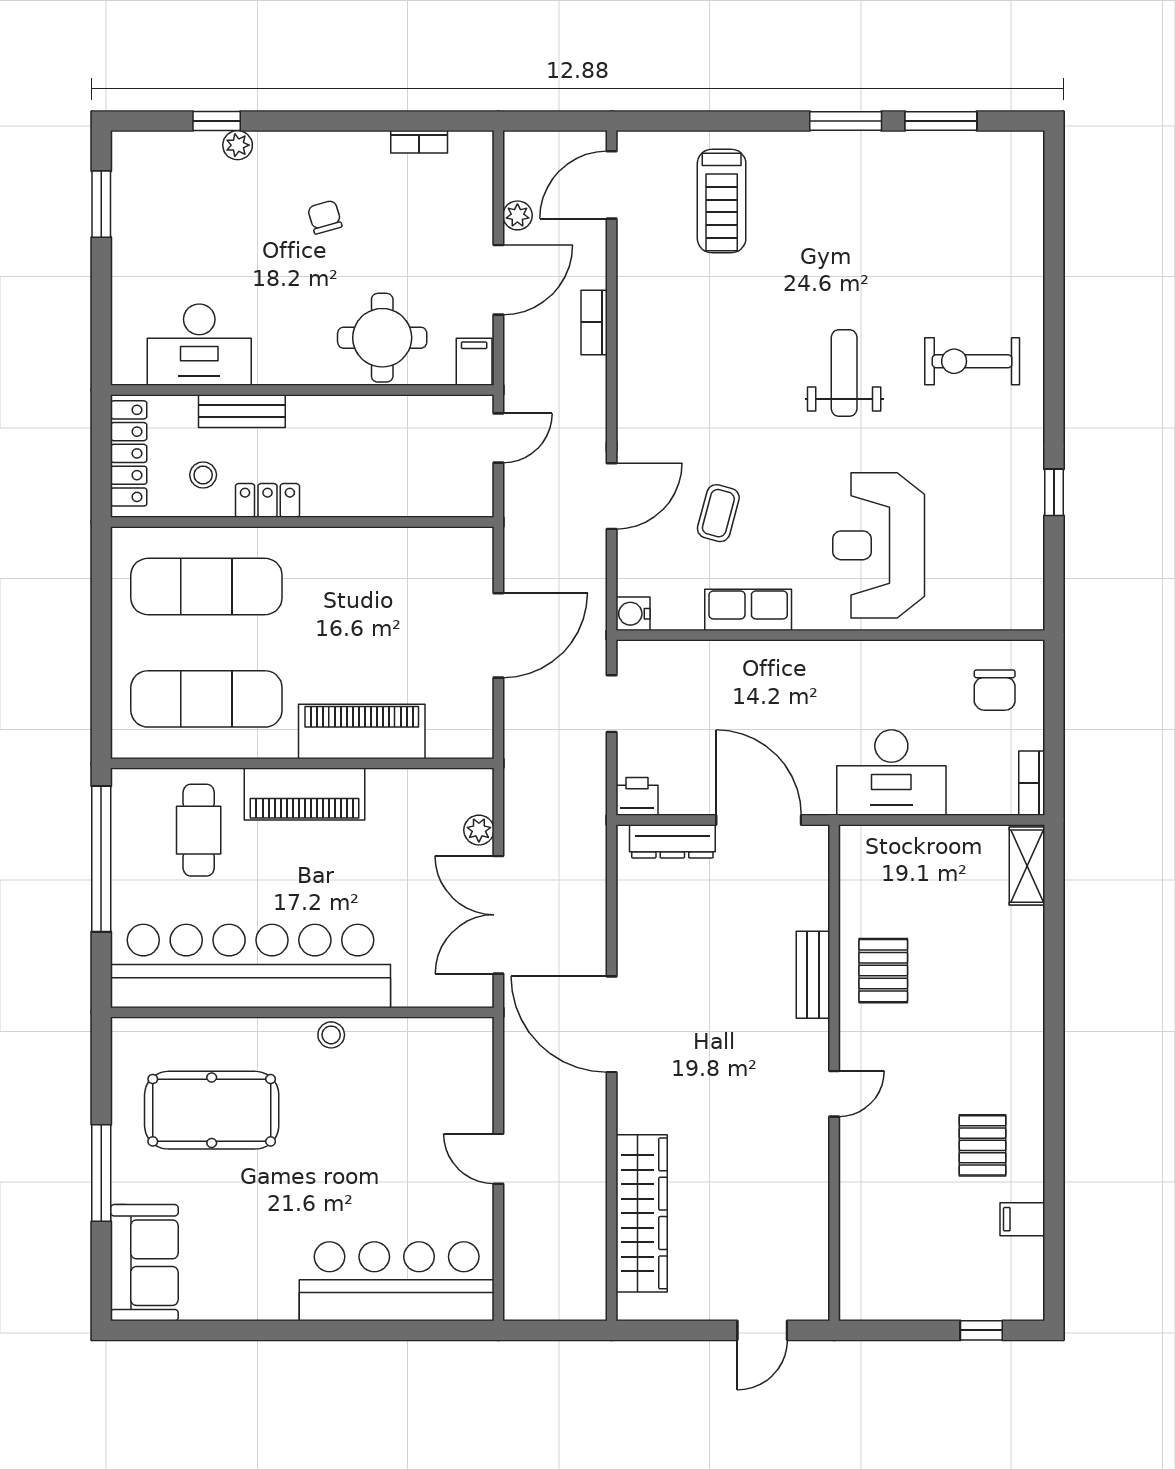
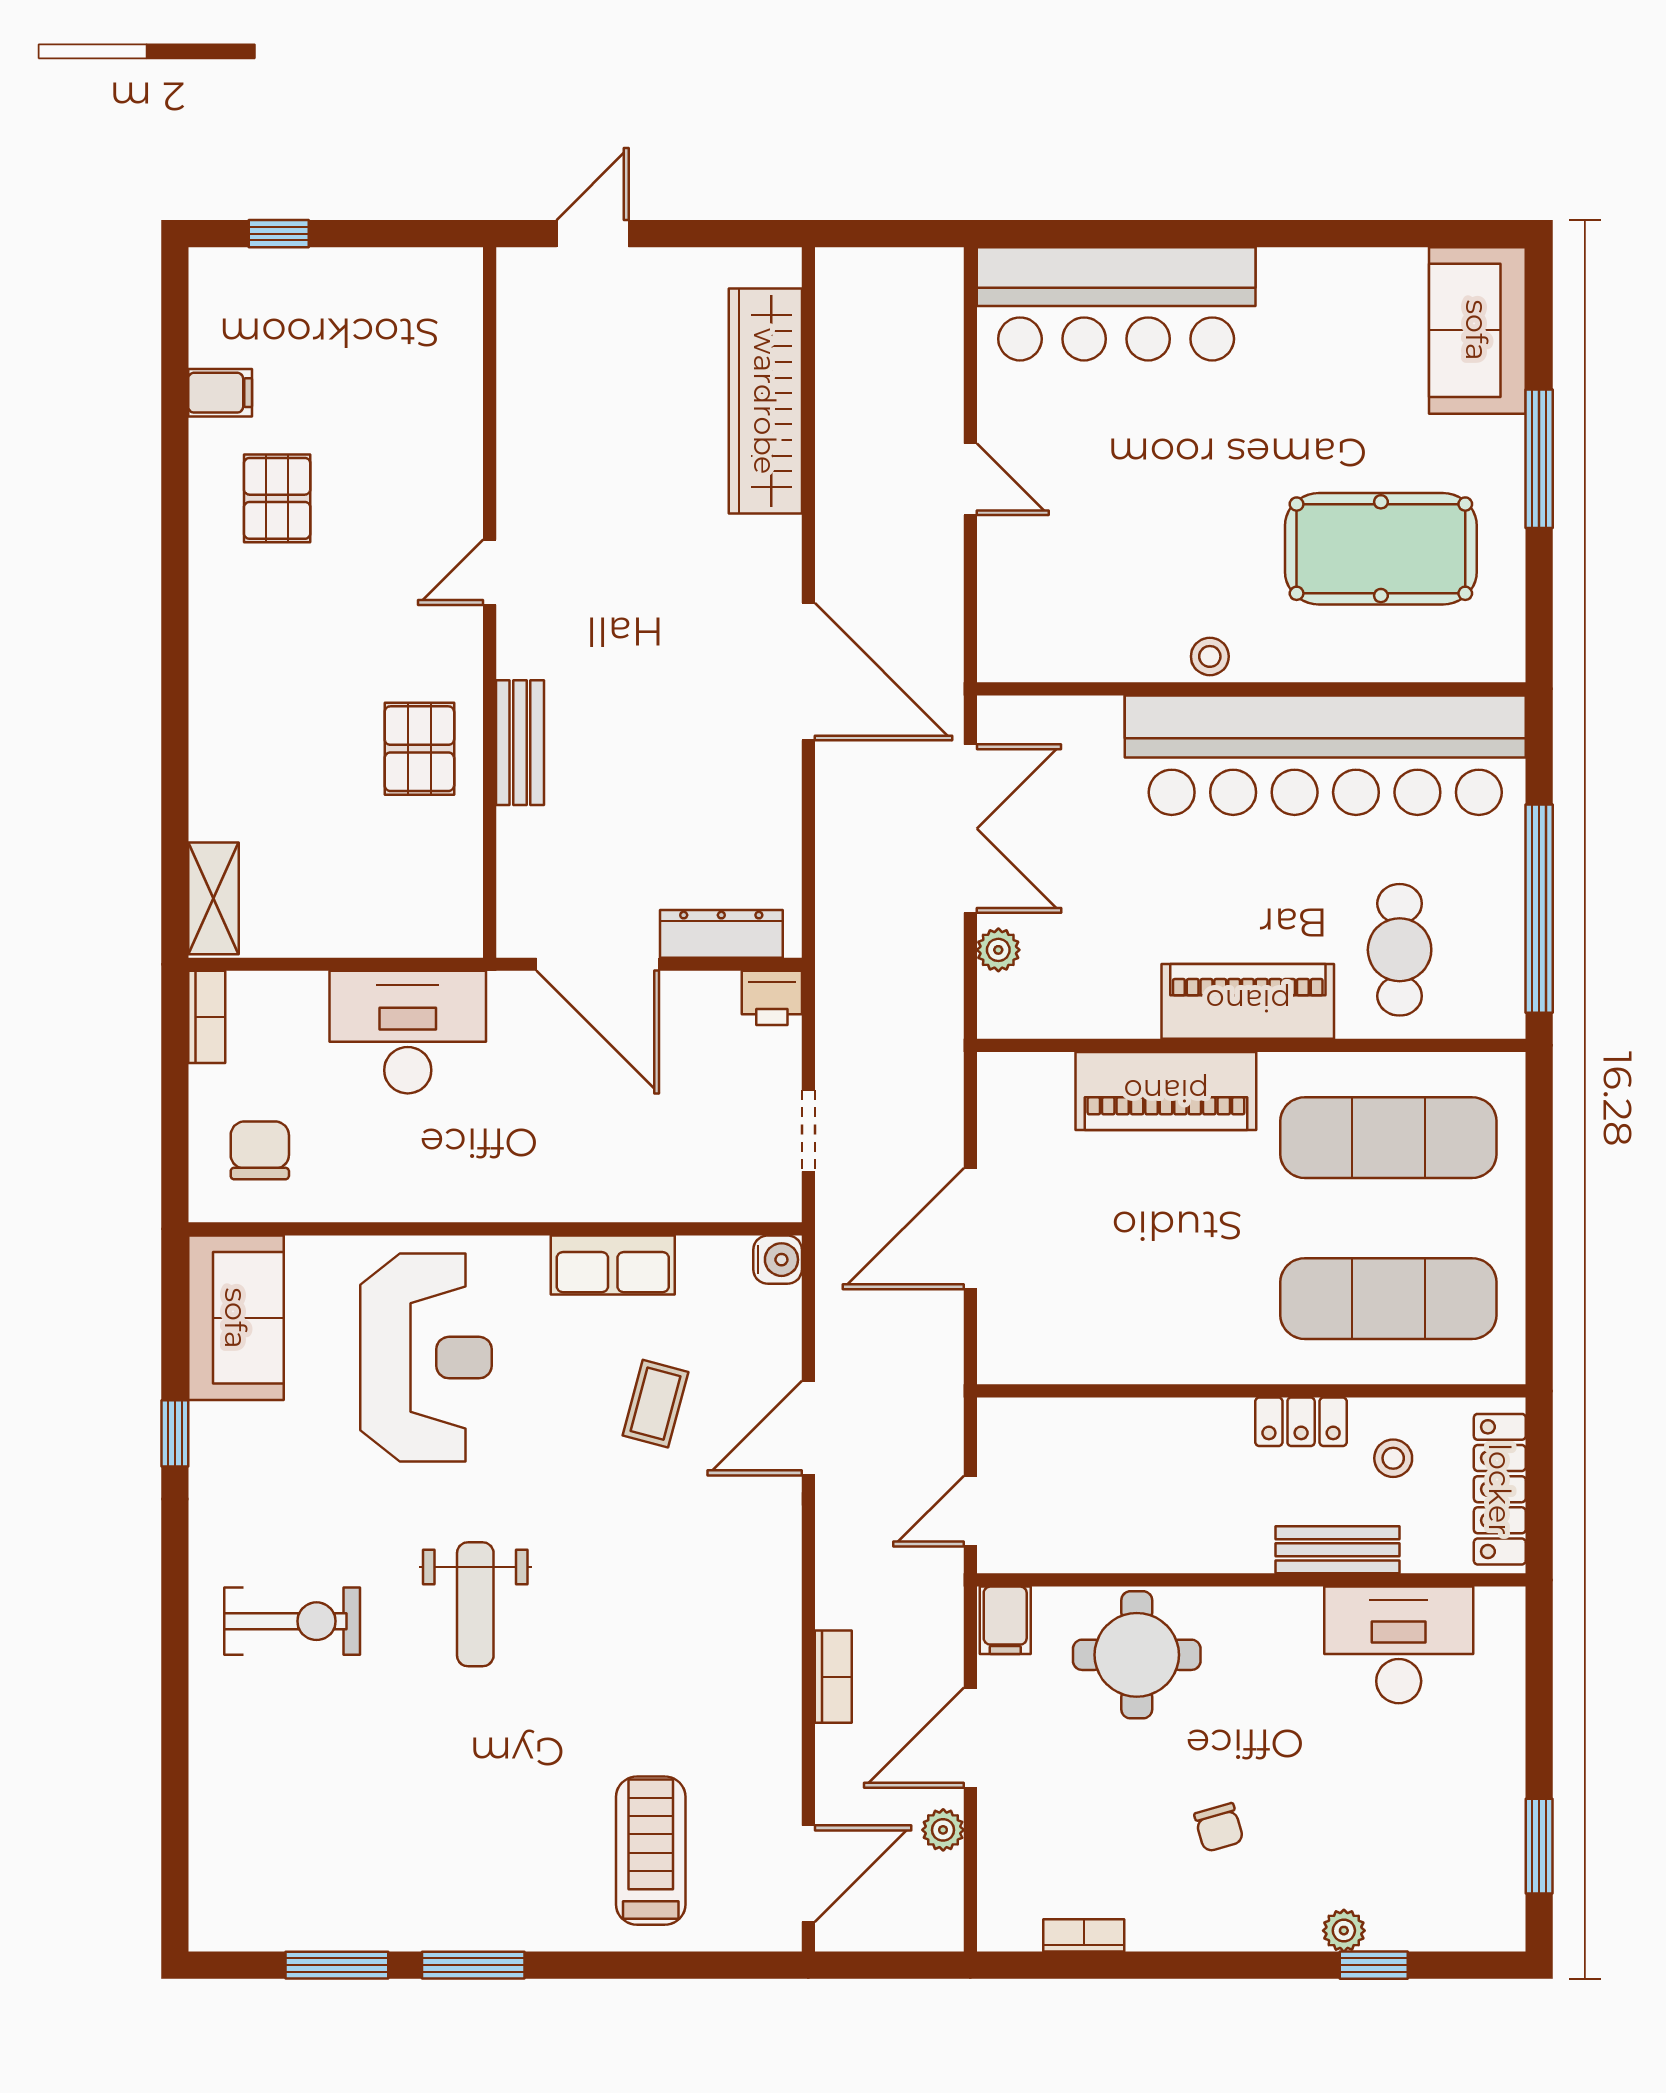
sofa: (1011, 573) -> (236, 1318), added

